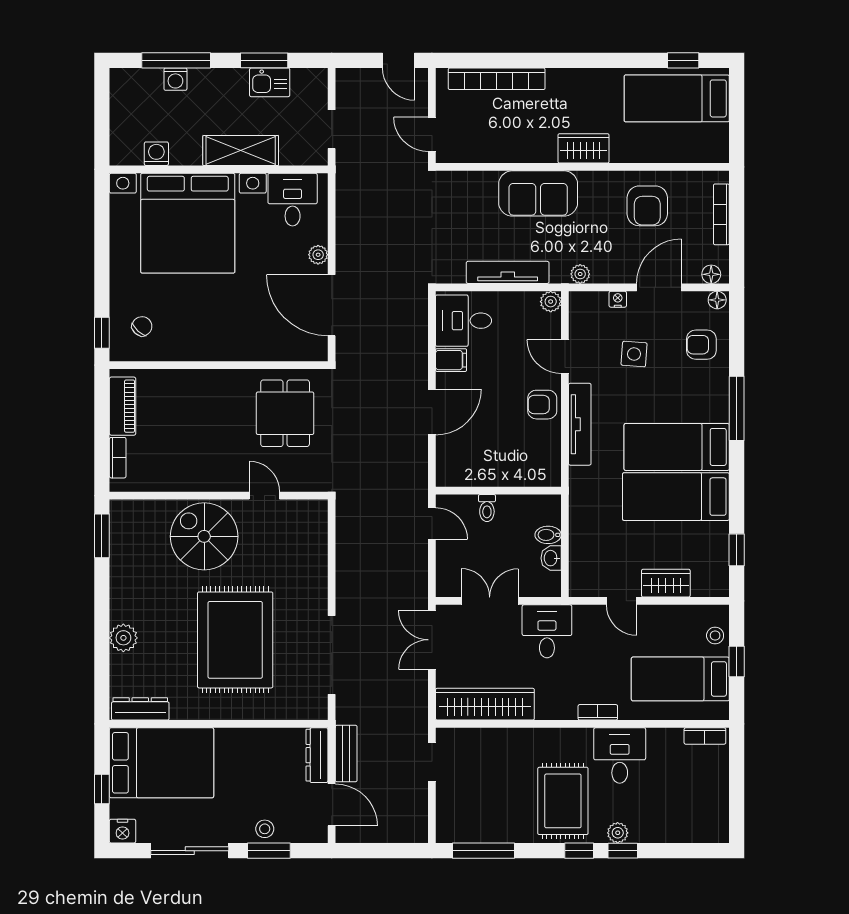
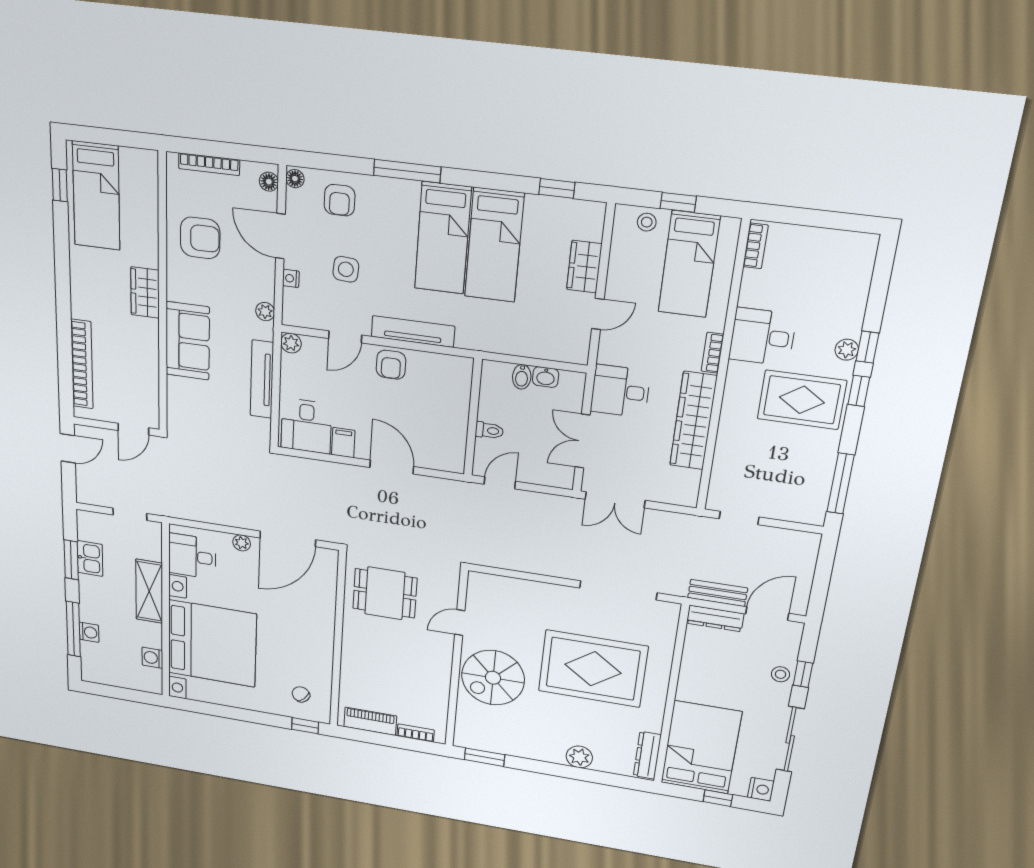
wardrobe: (485, 704) -> (693, 421), moved
window: (269, 851) -> (803, 674), width x0.67

